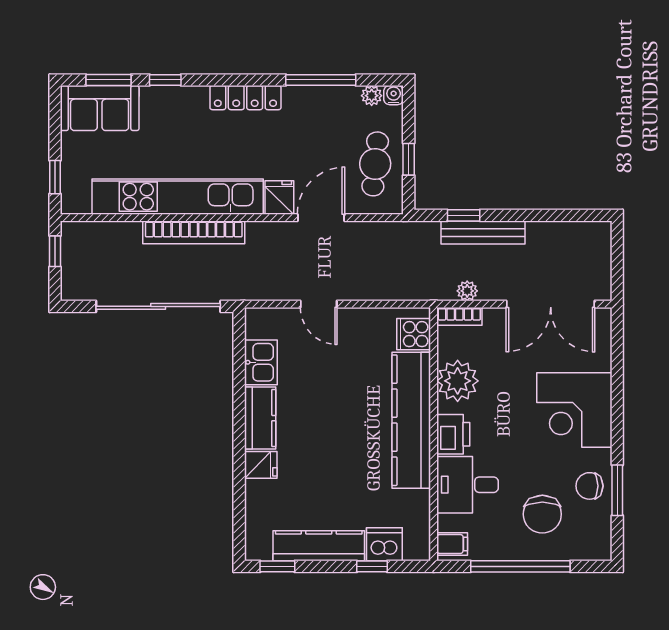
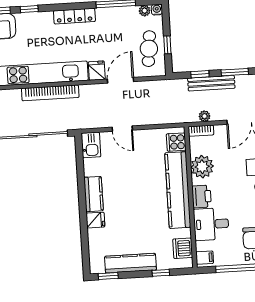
window: (526, 215) -> (235, 72), added
kitchen sink: (261, 362) -> (91, 145), moved
dishwasher: (384, 544) -> (183, 248), moved, turned -90

